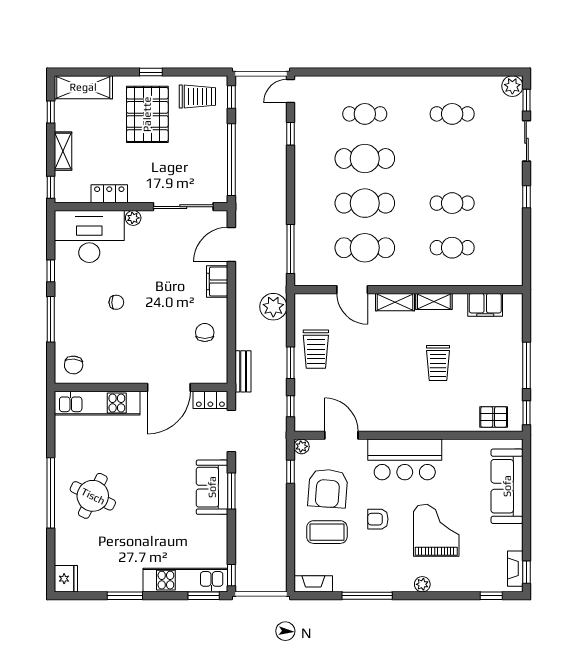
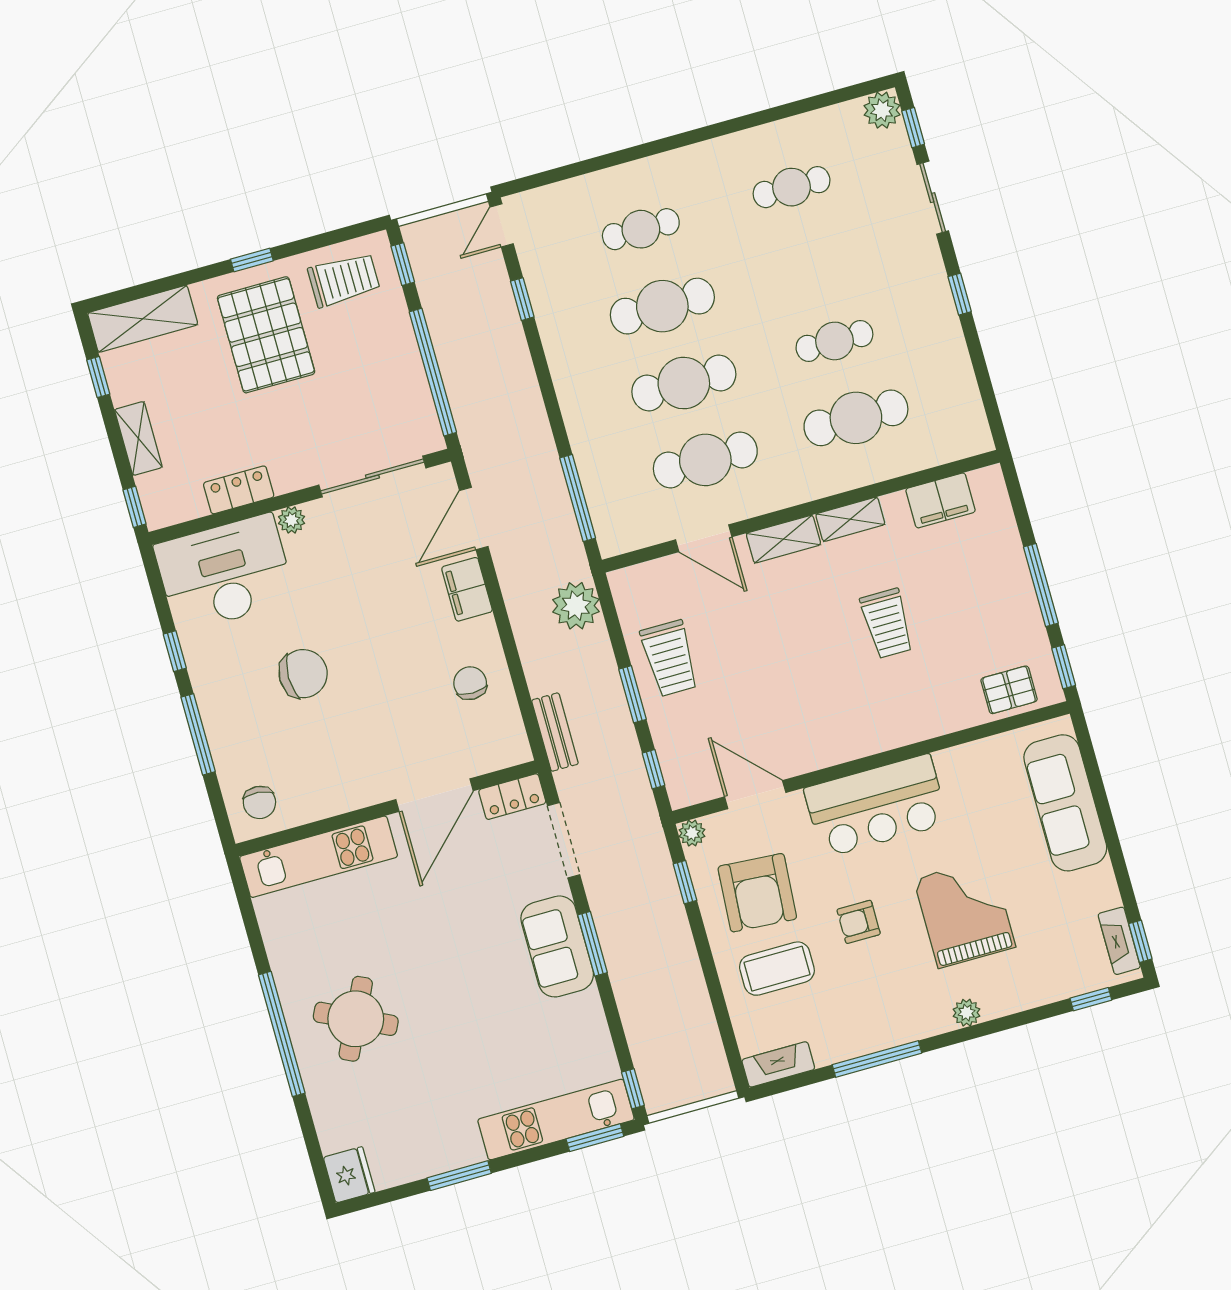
cafe table: (452, 248) -> (856, 418), width x1.37, depth x1.35
chair: (116, 302) -> (303, 674), width x1.87, depth x1.87

